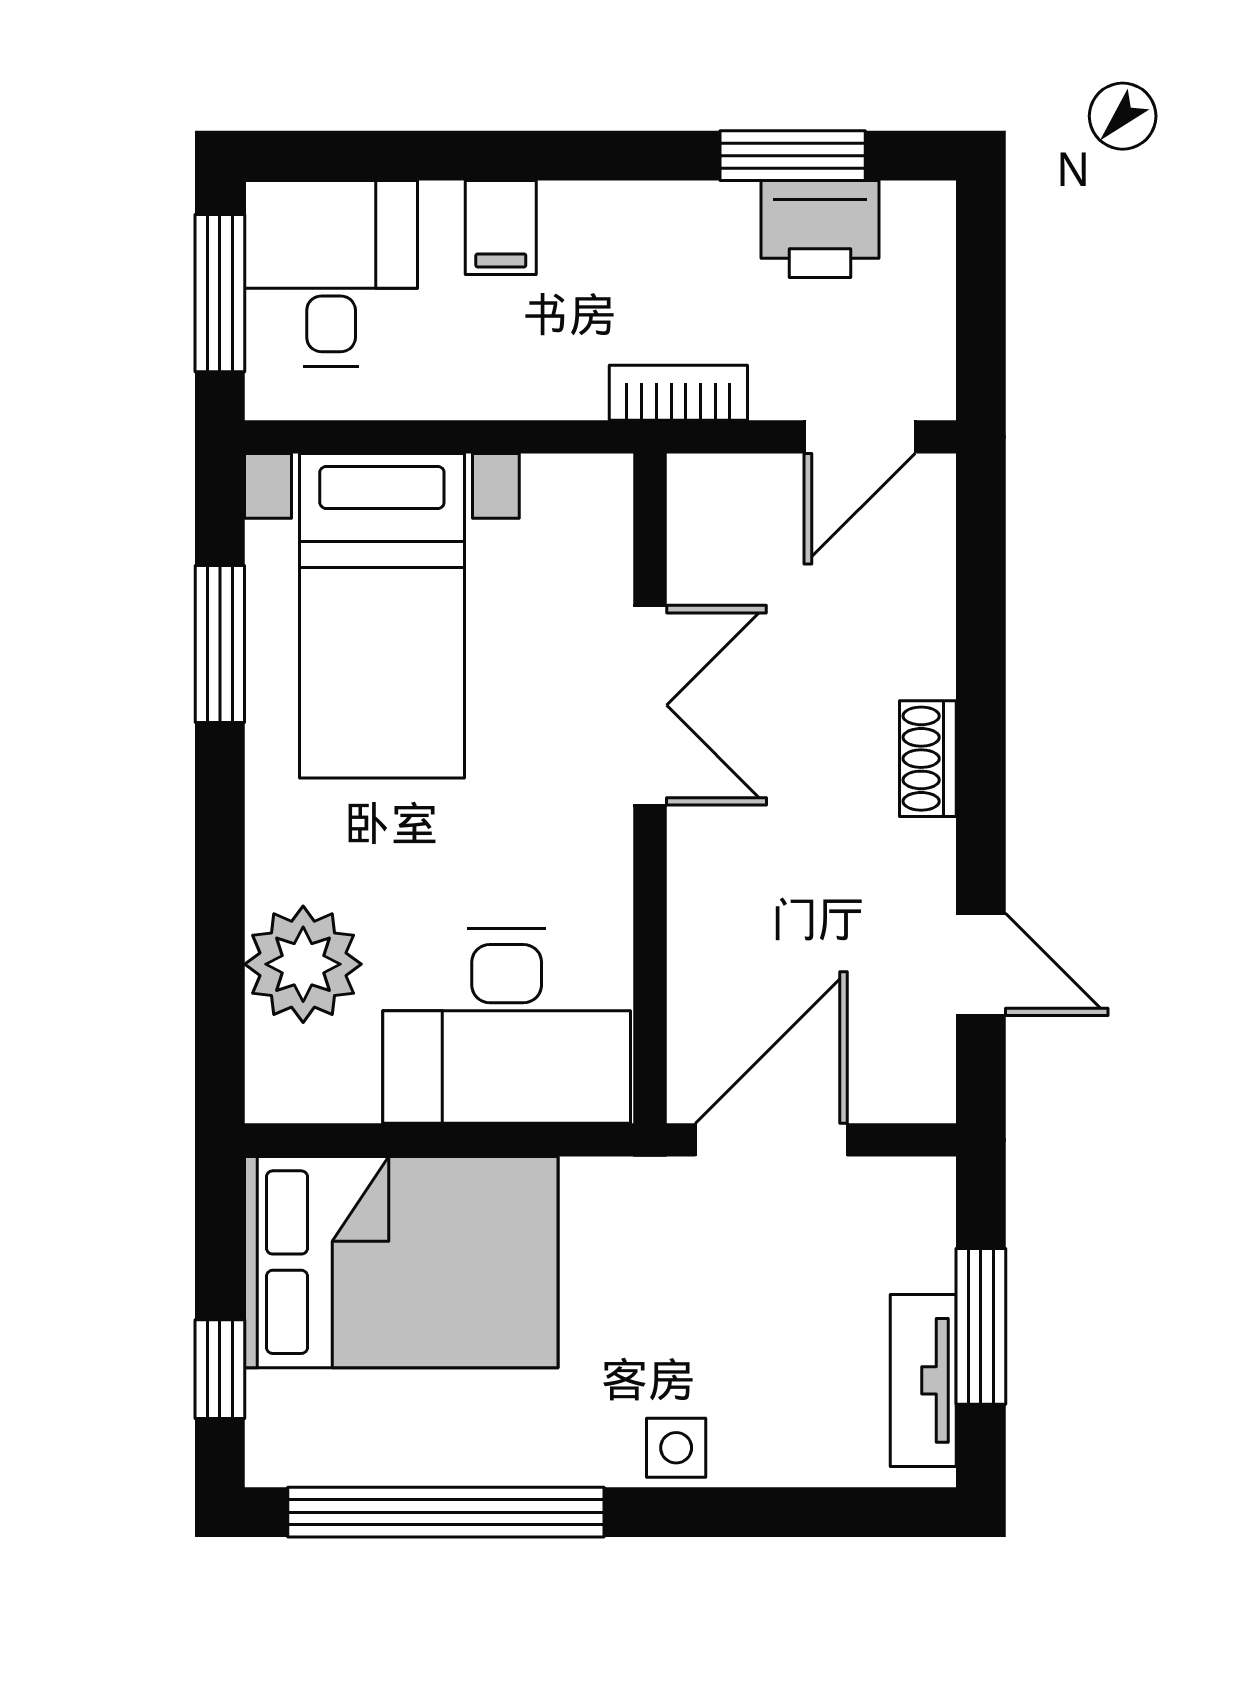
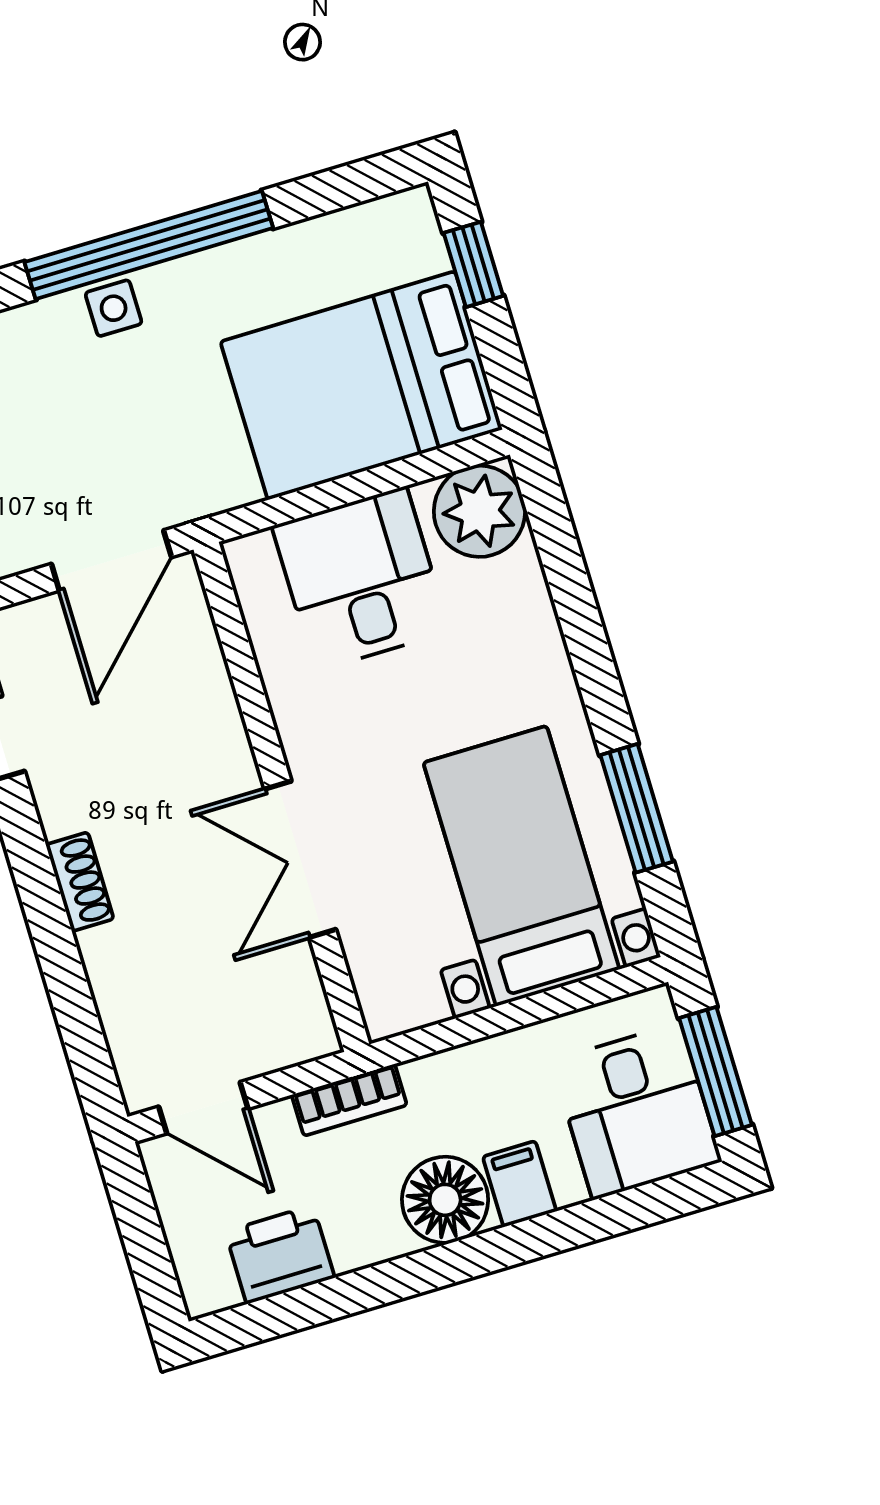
window: (793, 156) -> (317, 1304), removed
floor lamp: (598, 235) -> (445, 1200), added
door: (860, 437) -> (203, 1108), swing flipped
plant: (303, 964) -> (479, 511), moved
desk: (507, 1026) -> (361, 579), width x0.73
window: (446, 1512) -> (149, 245), moved

